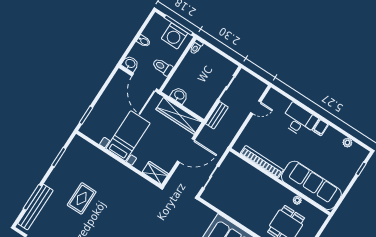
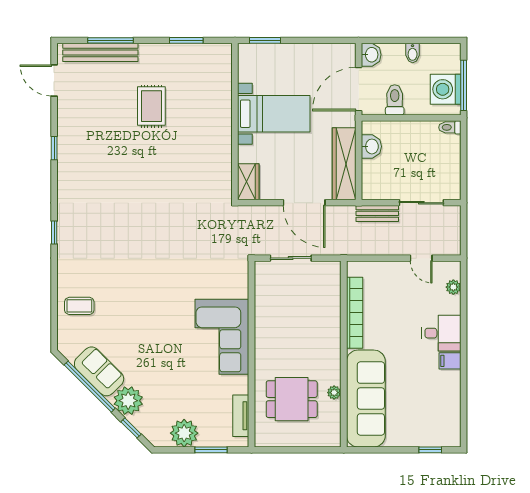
desk: (299, 120) -> (441, 333), width x0.73
plant: (347, 143) -> (453, 287), moved
rug: (82, 198) -> (151, 106), turned 90

